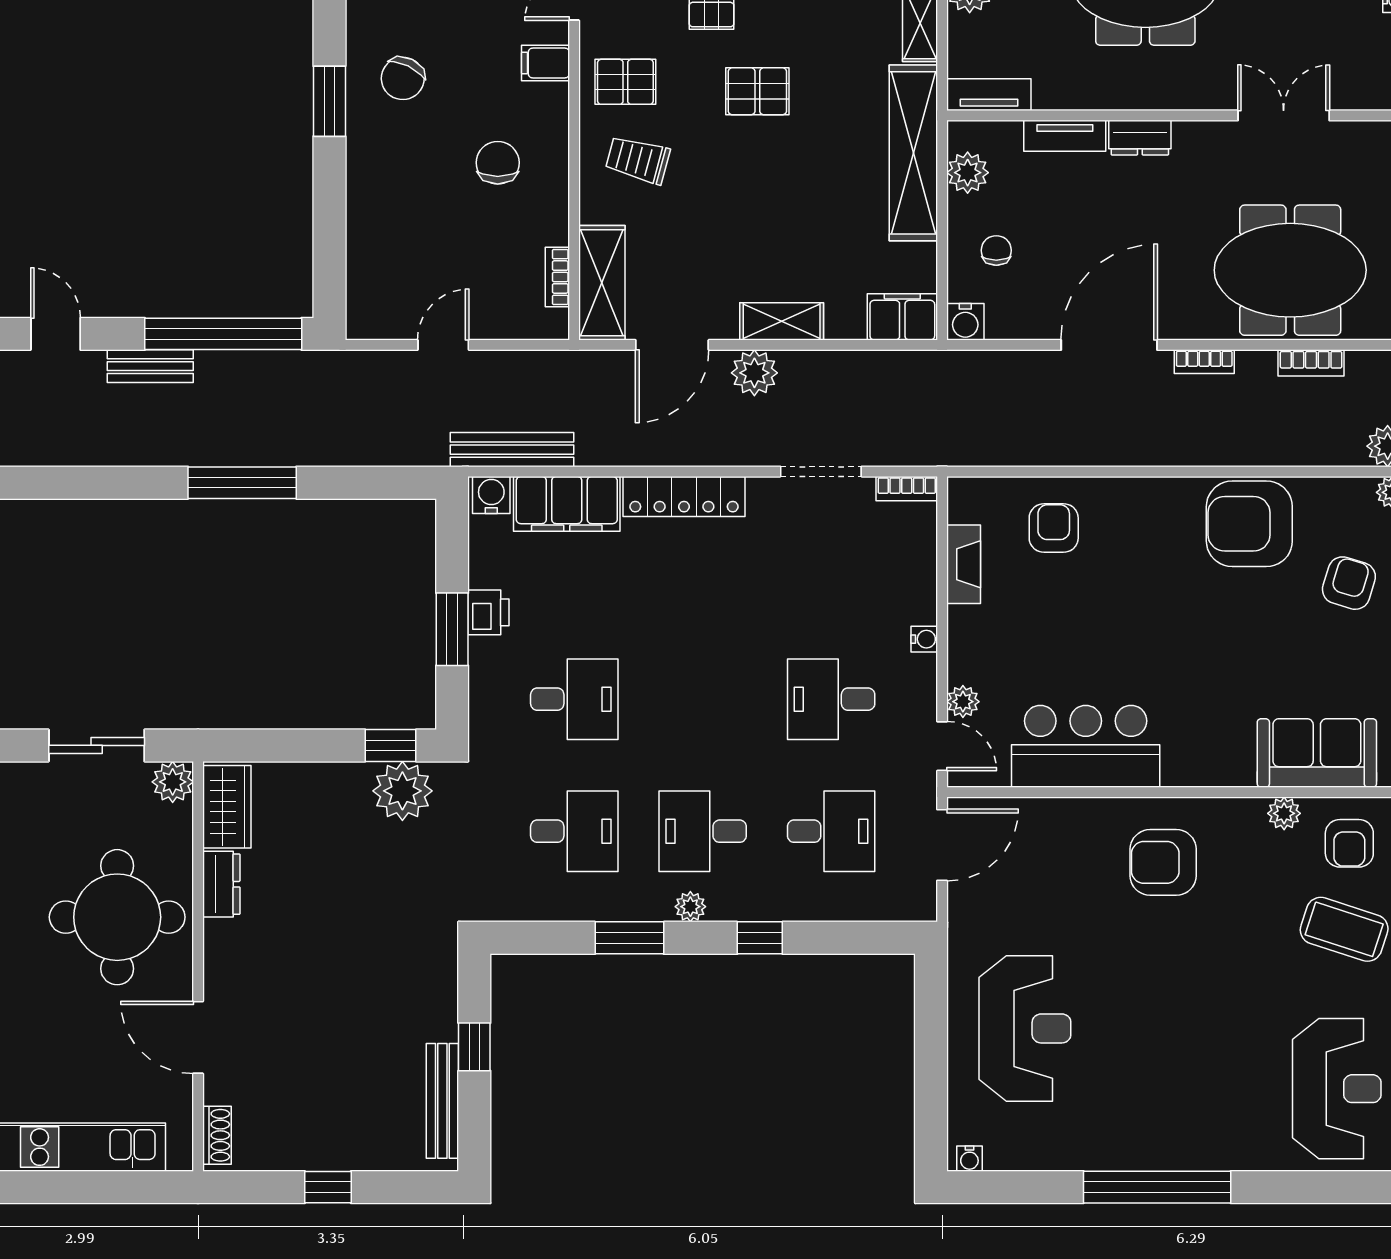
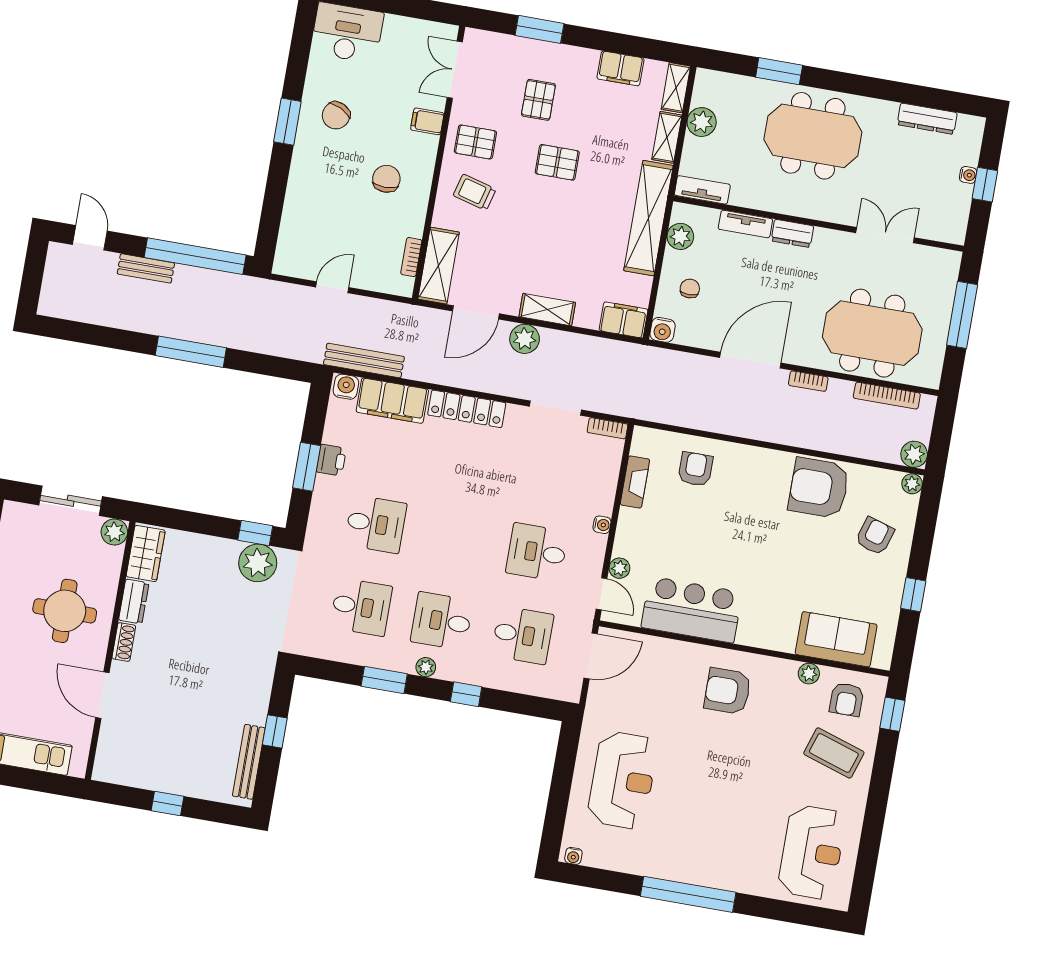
bookcase: (1311, 363) -> (887, 396), width x1.56
round table: (117, 917) -> (65, 611), width x0.73, depth x0.73
shoe rack: (217, 1135) -> (124, 642), moved

